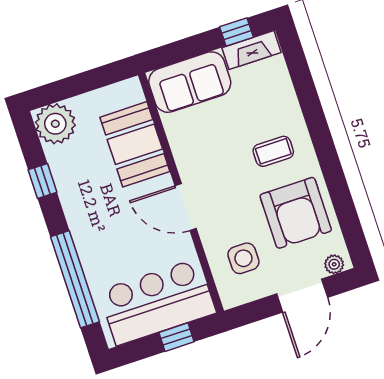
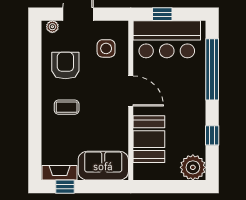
armchair: (296, 213) -> (65, 66), width x0.73, depth x0.73

